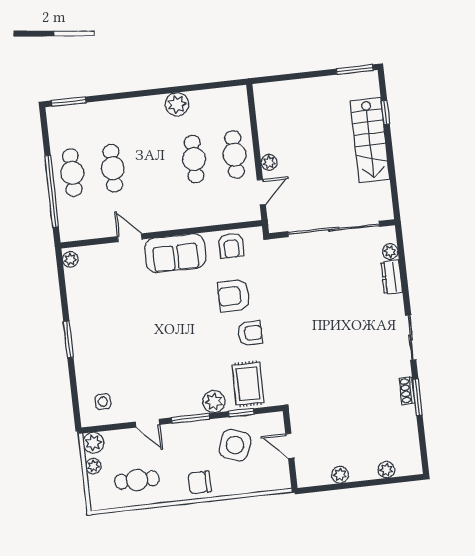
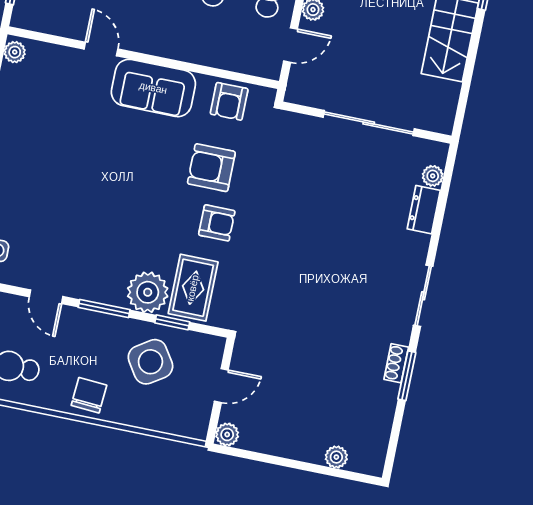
sliding door: (334, 229) -> (369, 123), width x0.73
plant: (214, 402) -> (148, 292), width x1.36, depth x1.36
side table: (235, 445) -> (150, 362), turned 36
door: (290, 446) -> (221, 386), swing flipped
plant: (340, 475) -> (227, 434), moved
chair: (200, 482) -> (89, 395), turned 94

